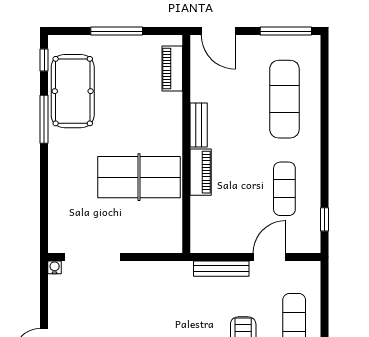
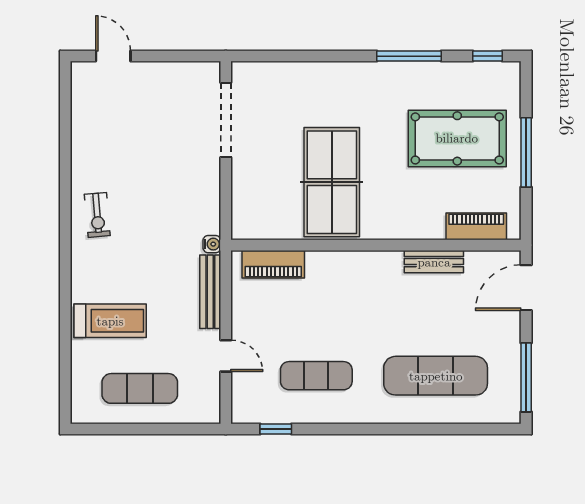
pool table: (73, 91) -> (457, 138), moved
bench: (199, 125) -> (434, 262), moved
piano: (201, 172) -> (273, 264), moved
door: (270, 257) -> (226, 356), width x0.73
water cooler: (55, 267) -> (212, 244), moved

